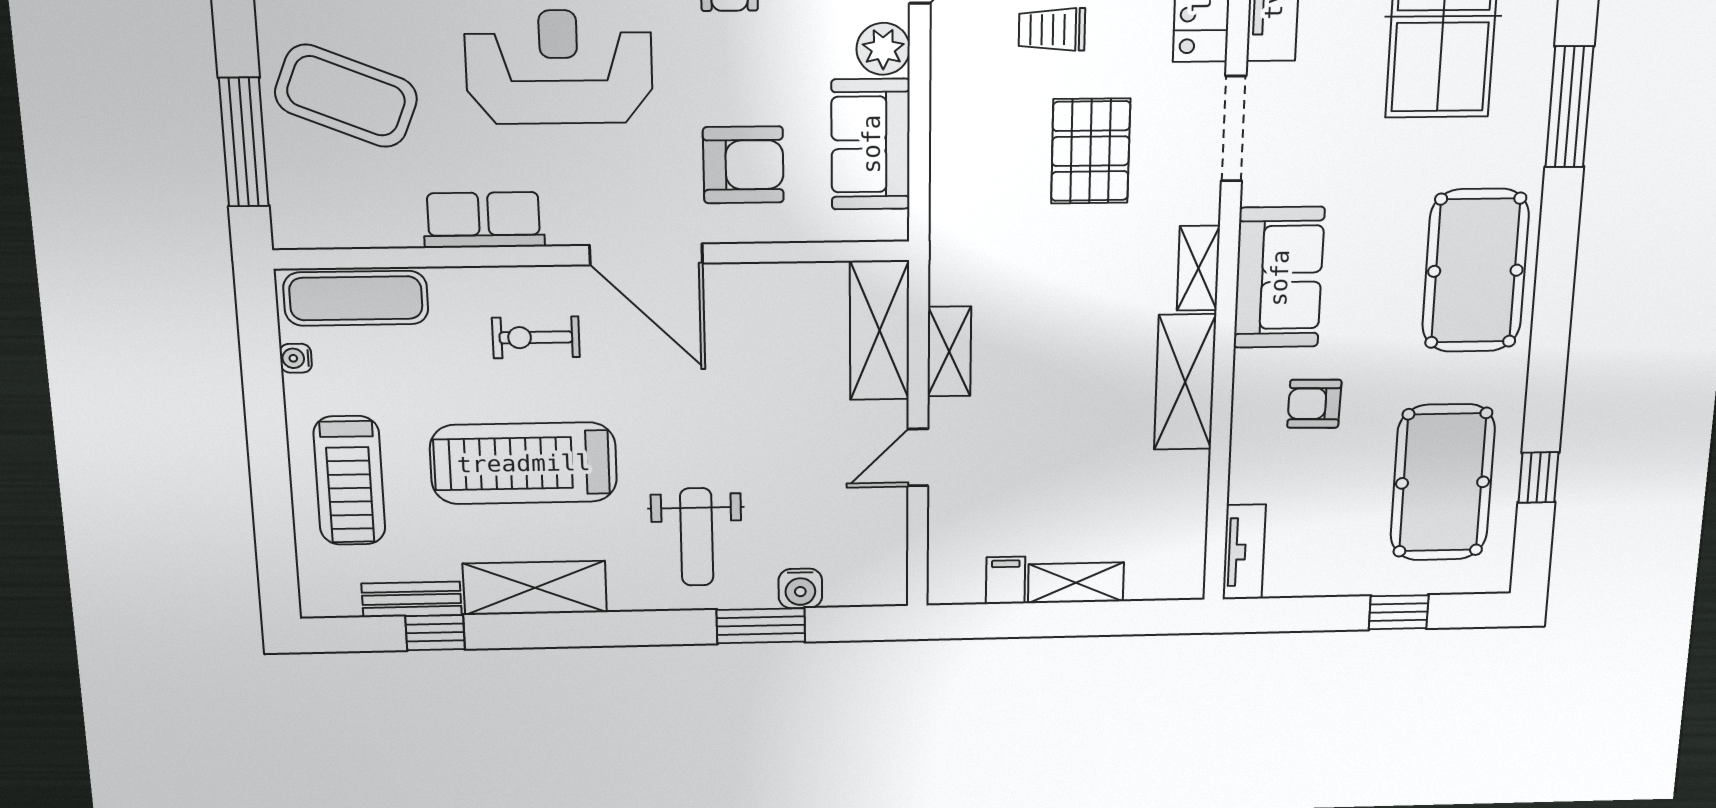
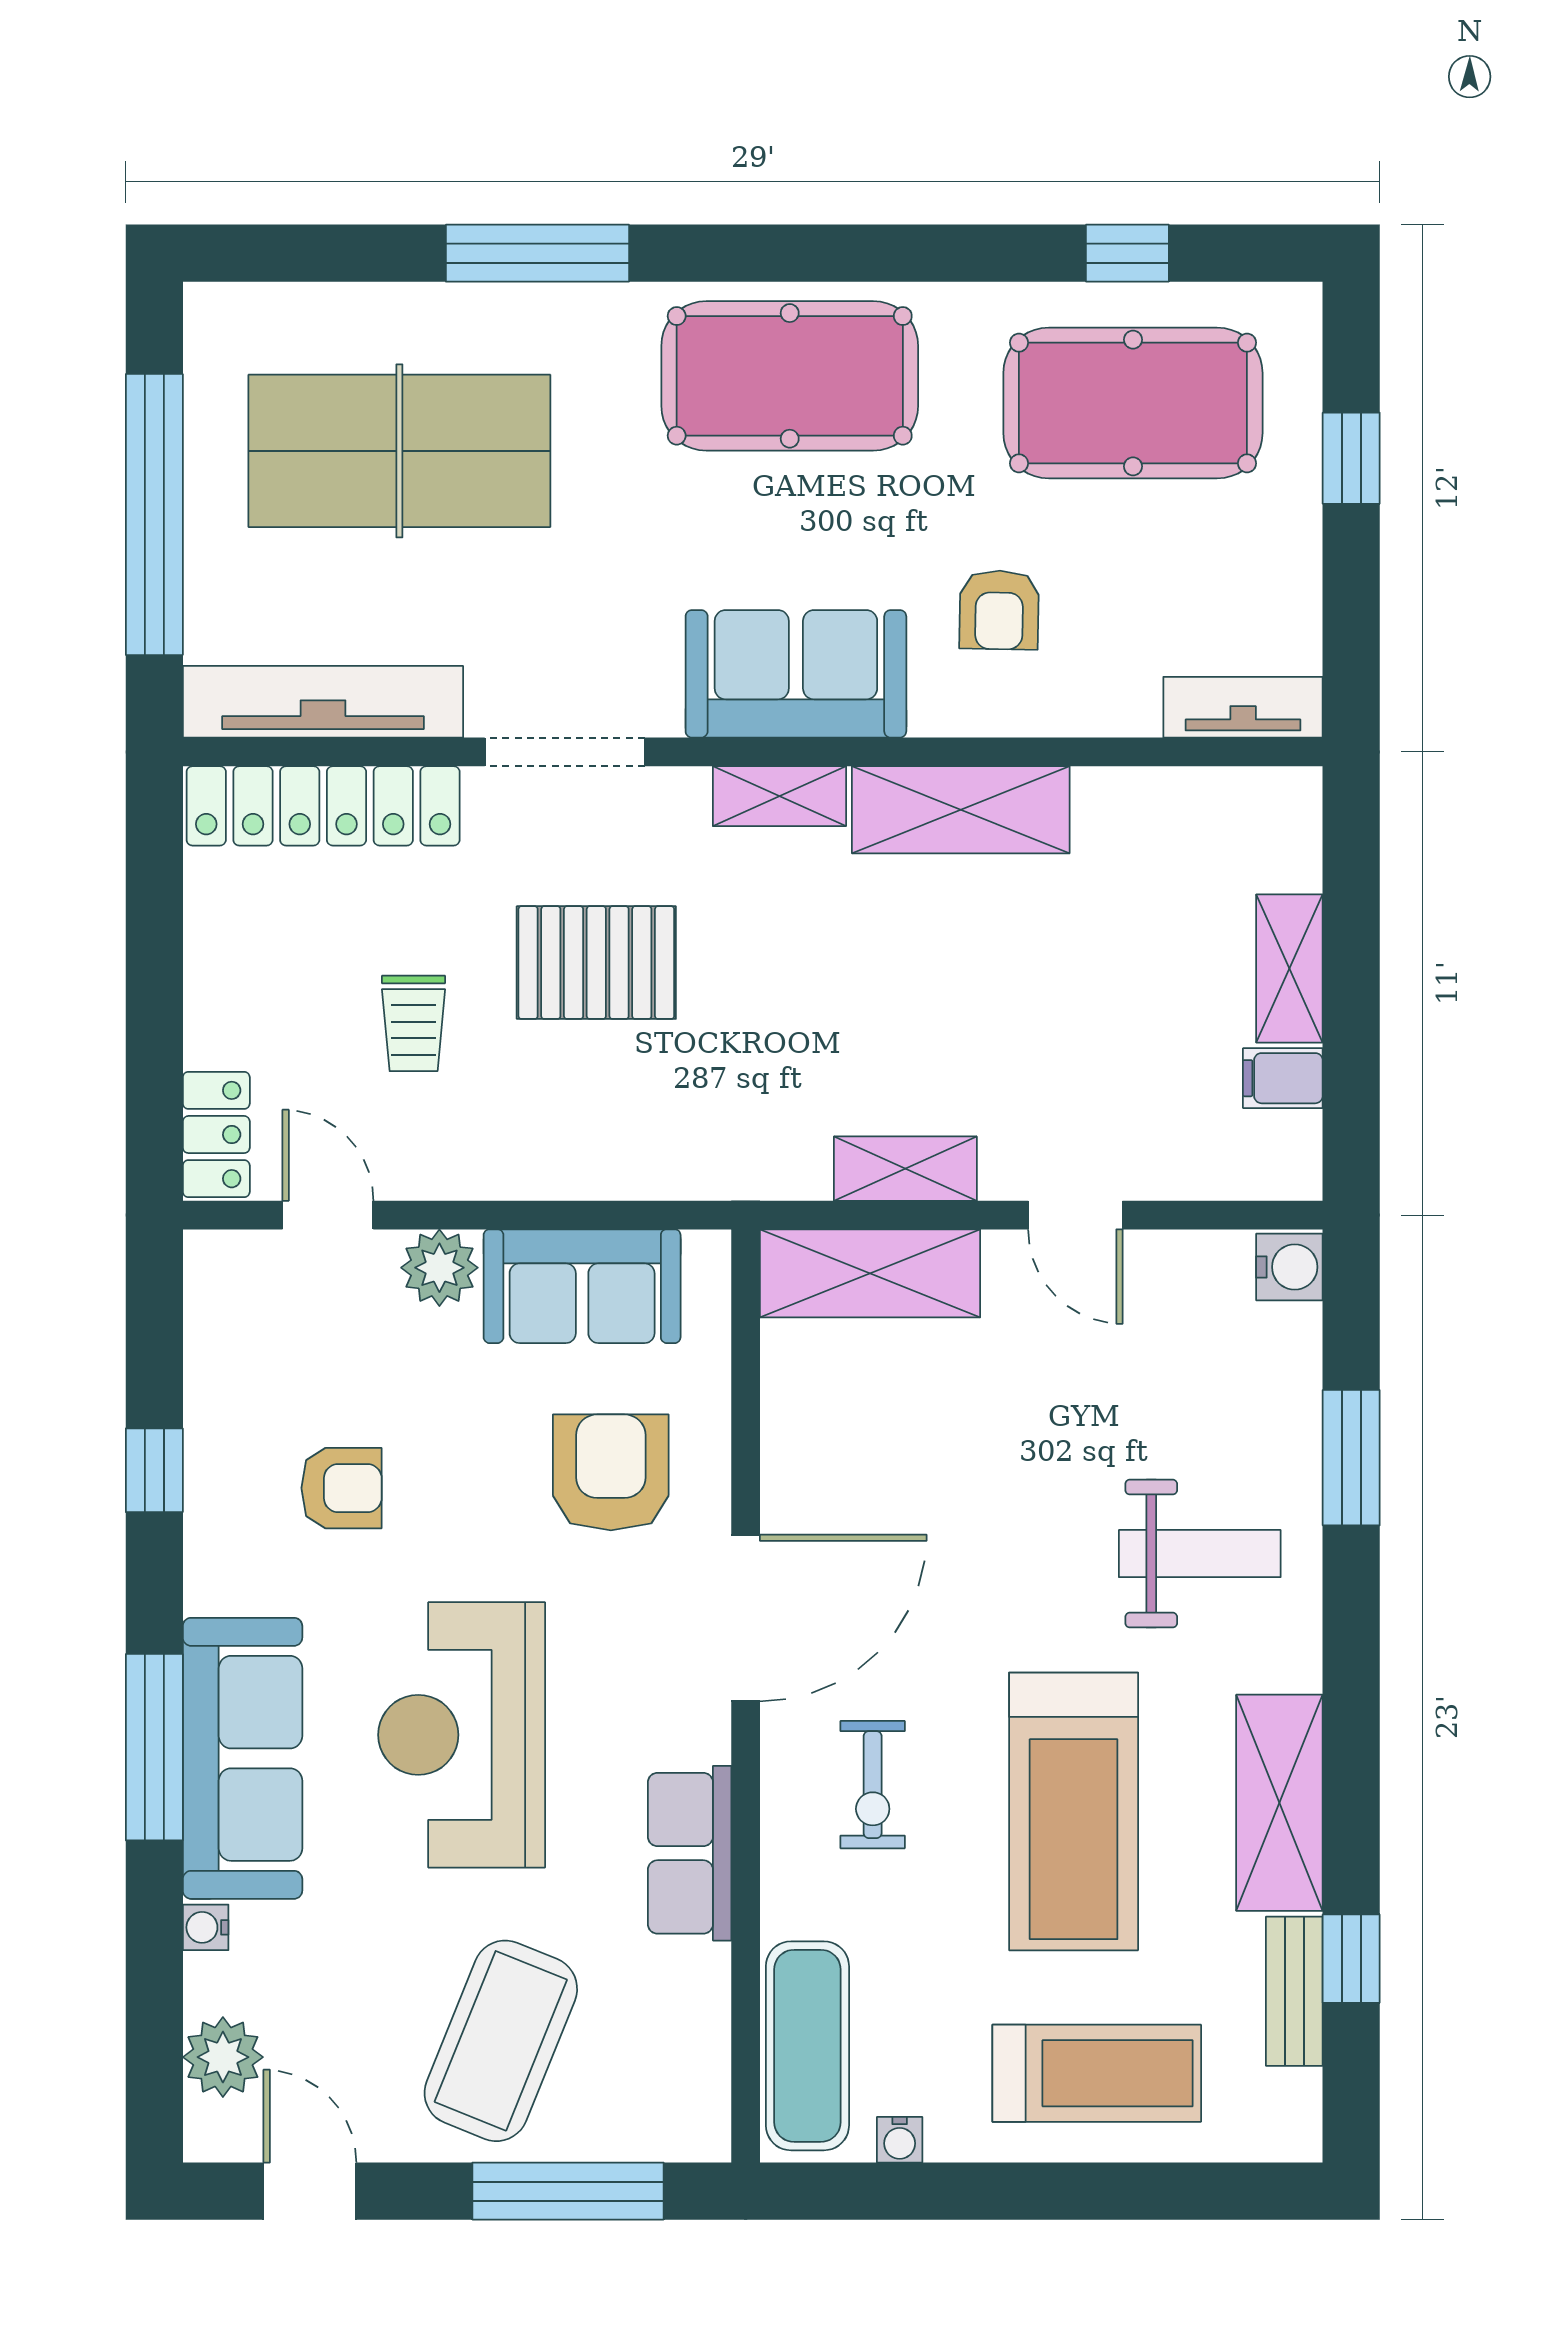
water cooler: (800, 588) -> (1289, 1267), moved

